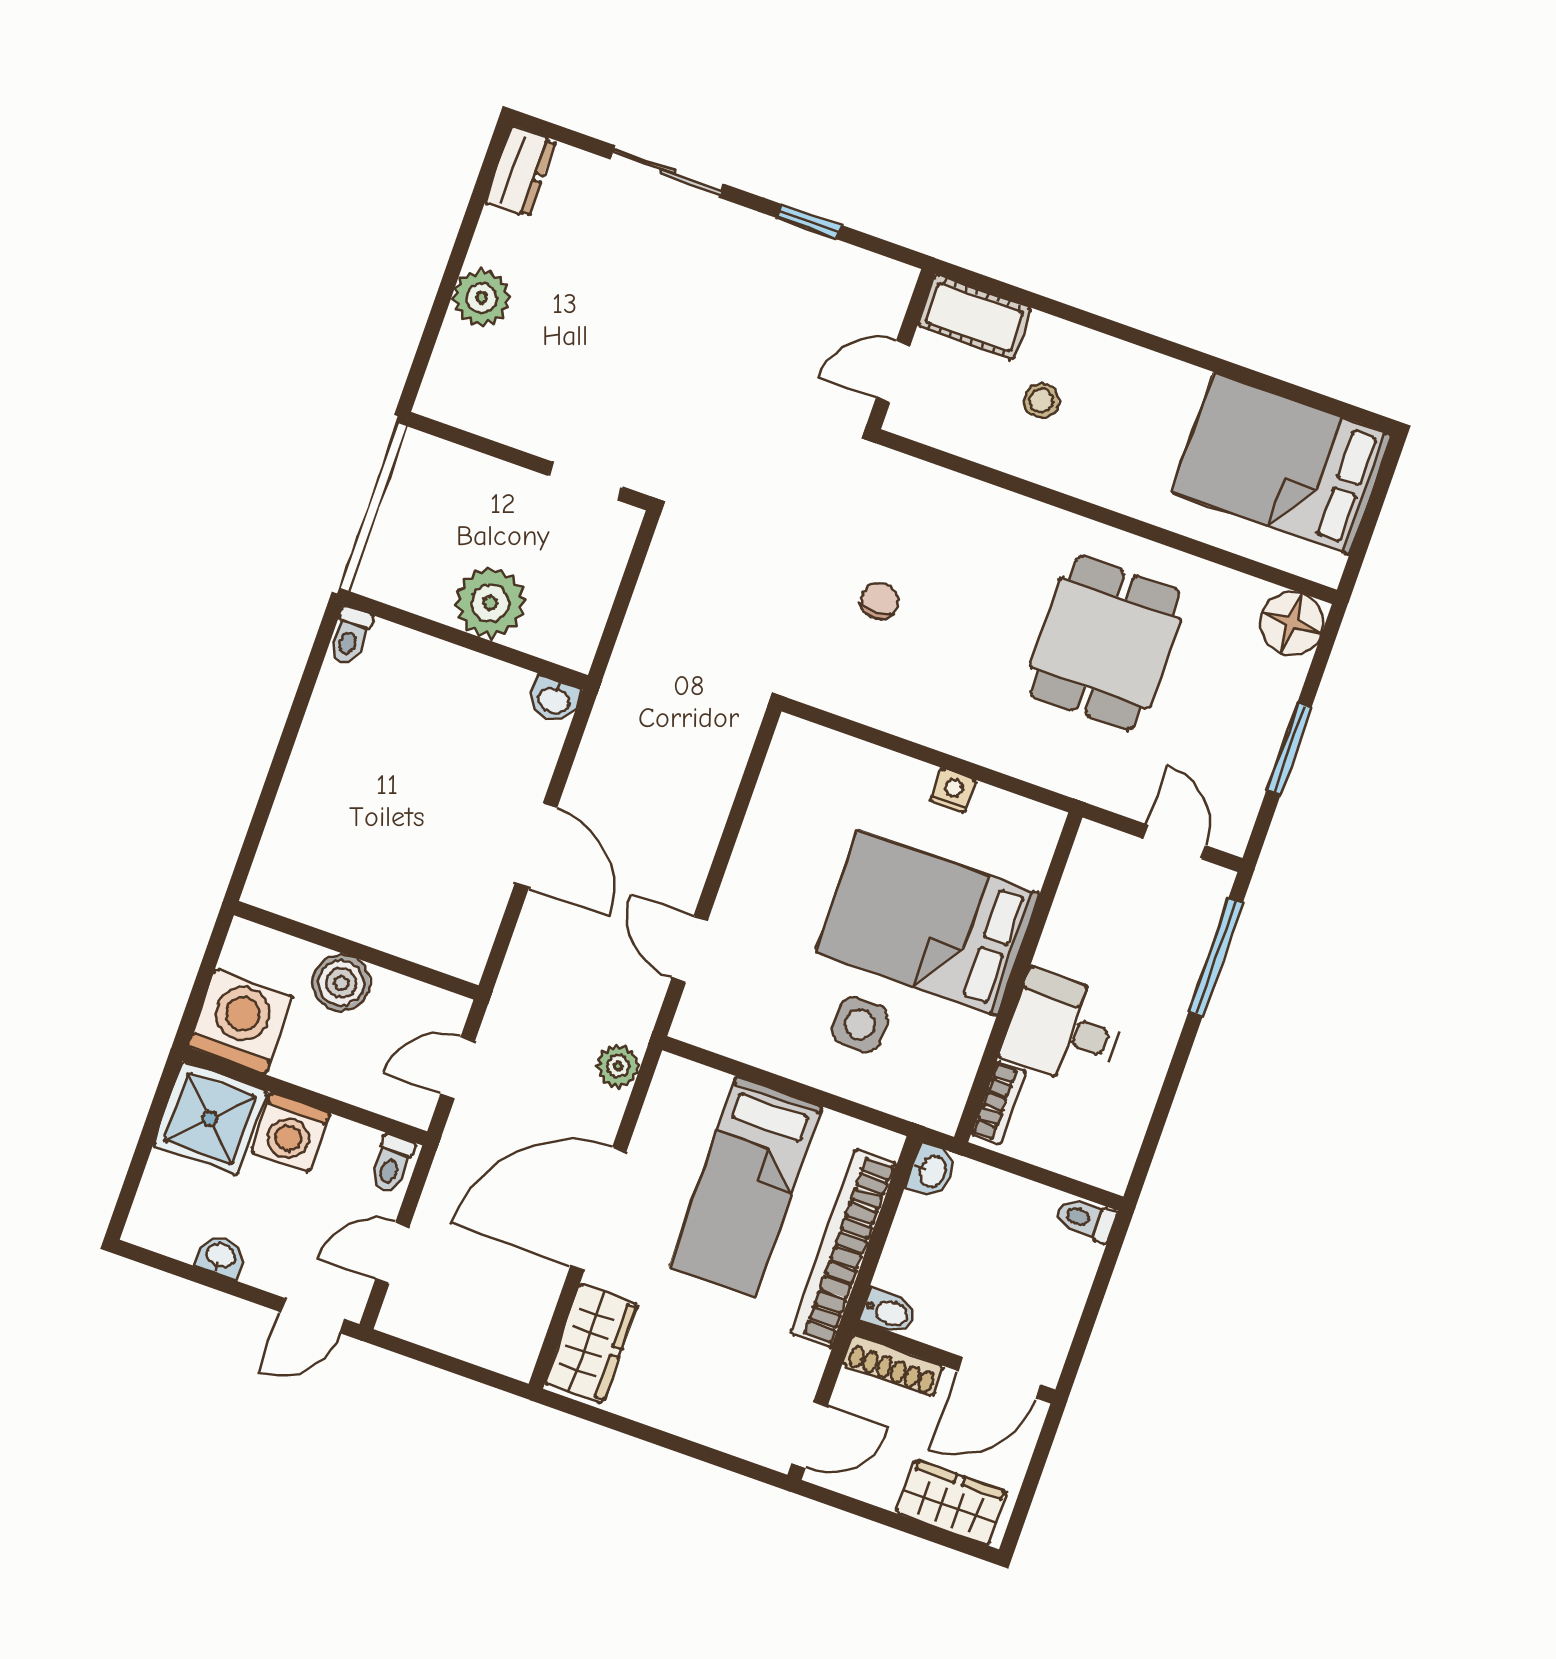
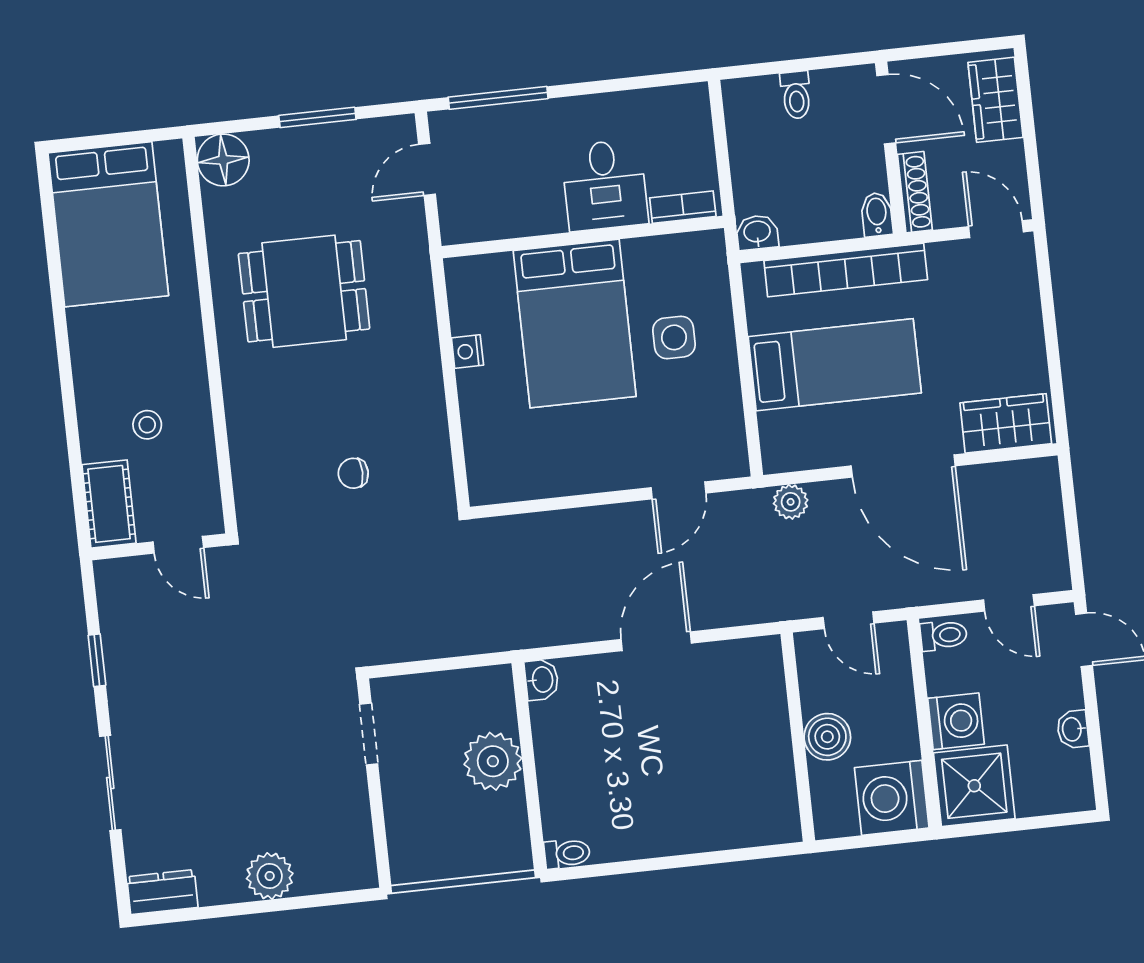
toilet: (1085, 1219) -> (796, 95), moved

